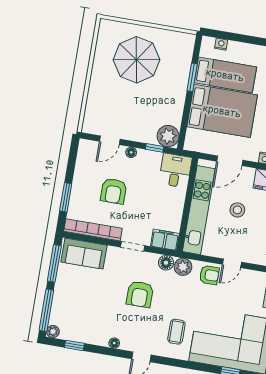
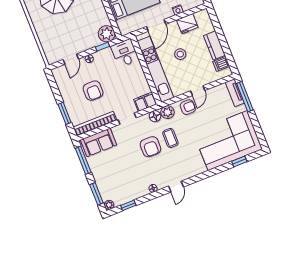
window: (46, 310) -> (96, 194), width x0.69
coffee table: (176, 332) -> (170, 138), moved

